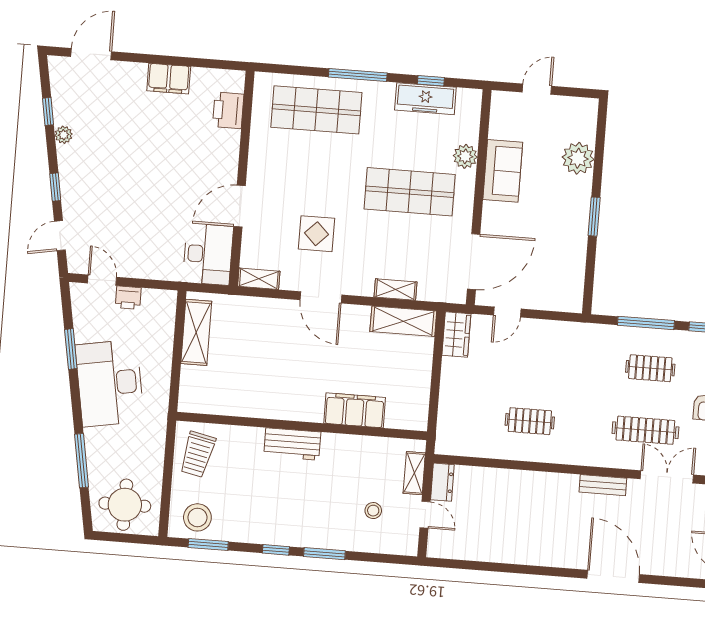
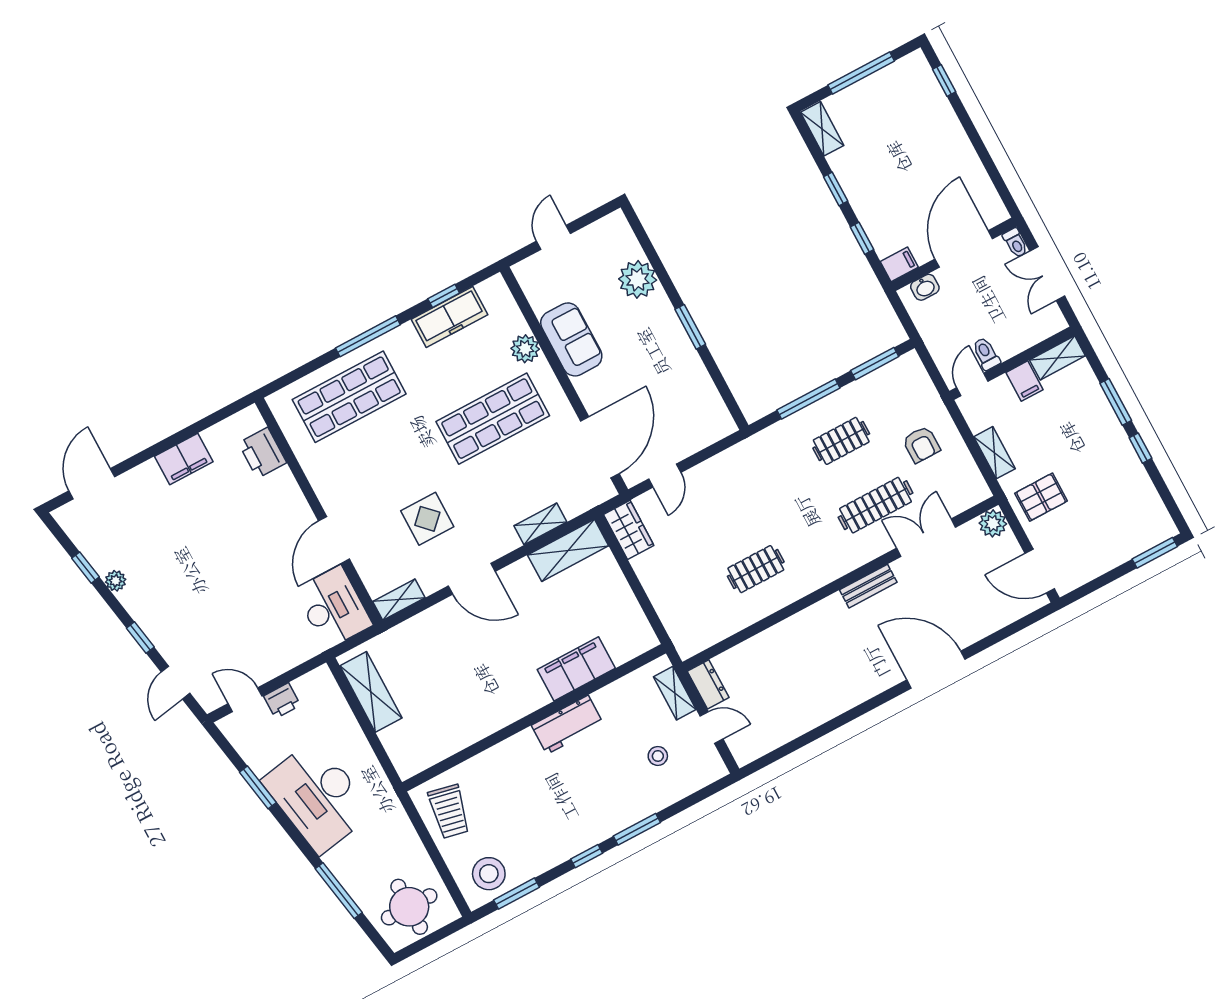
workbench: (292, 444) -> (567, 725), moved

